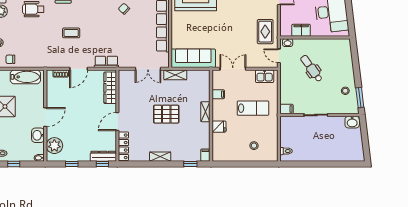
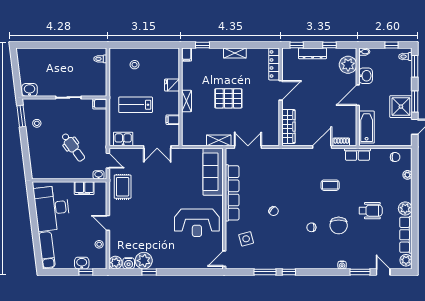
sofa: (193, 58) -> (213, 172), moved, turned 90
row of seats: (106, 62) -> (357, 154), moved
bathtub: (25, 77) -> (367, 127), moved, turned 90
dresser: (103, 156) -> (313, 53), moved

